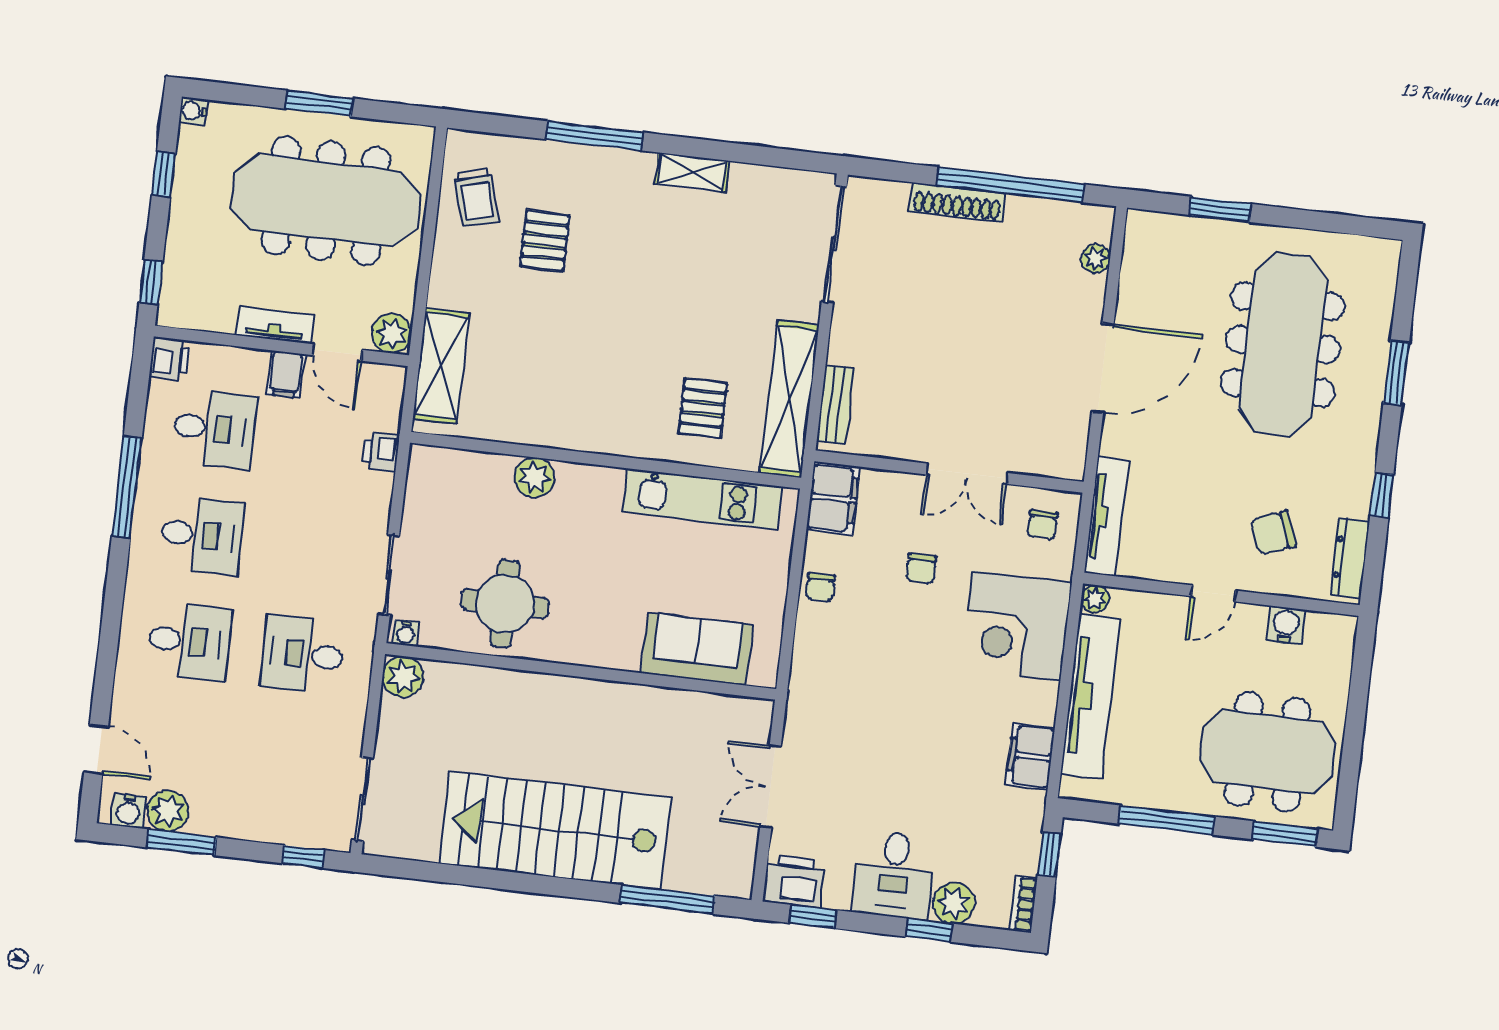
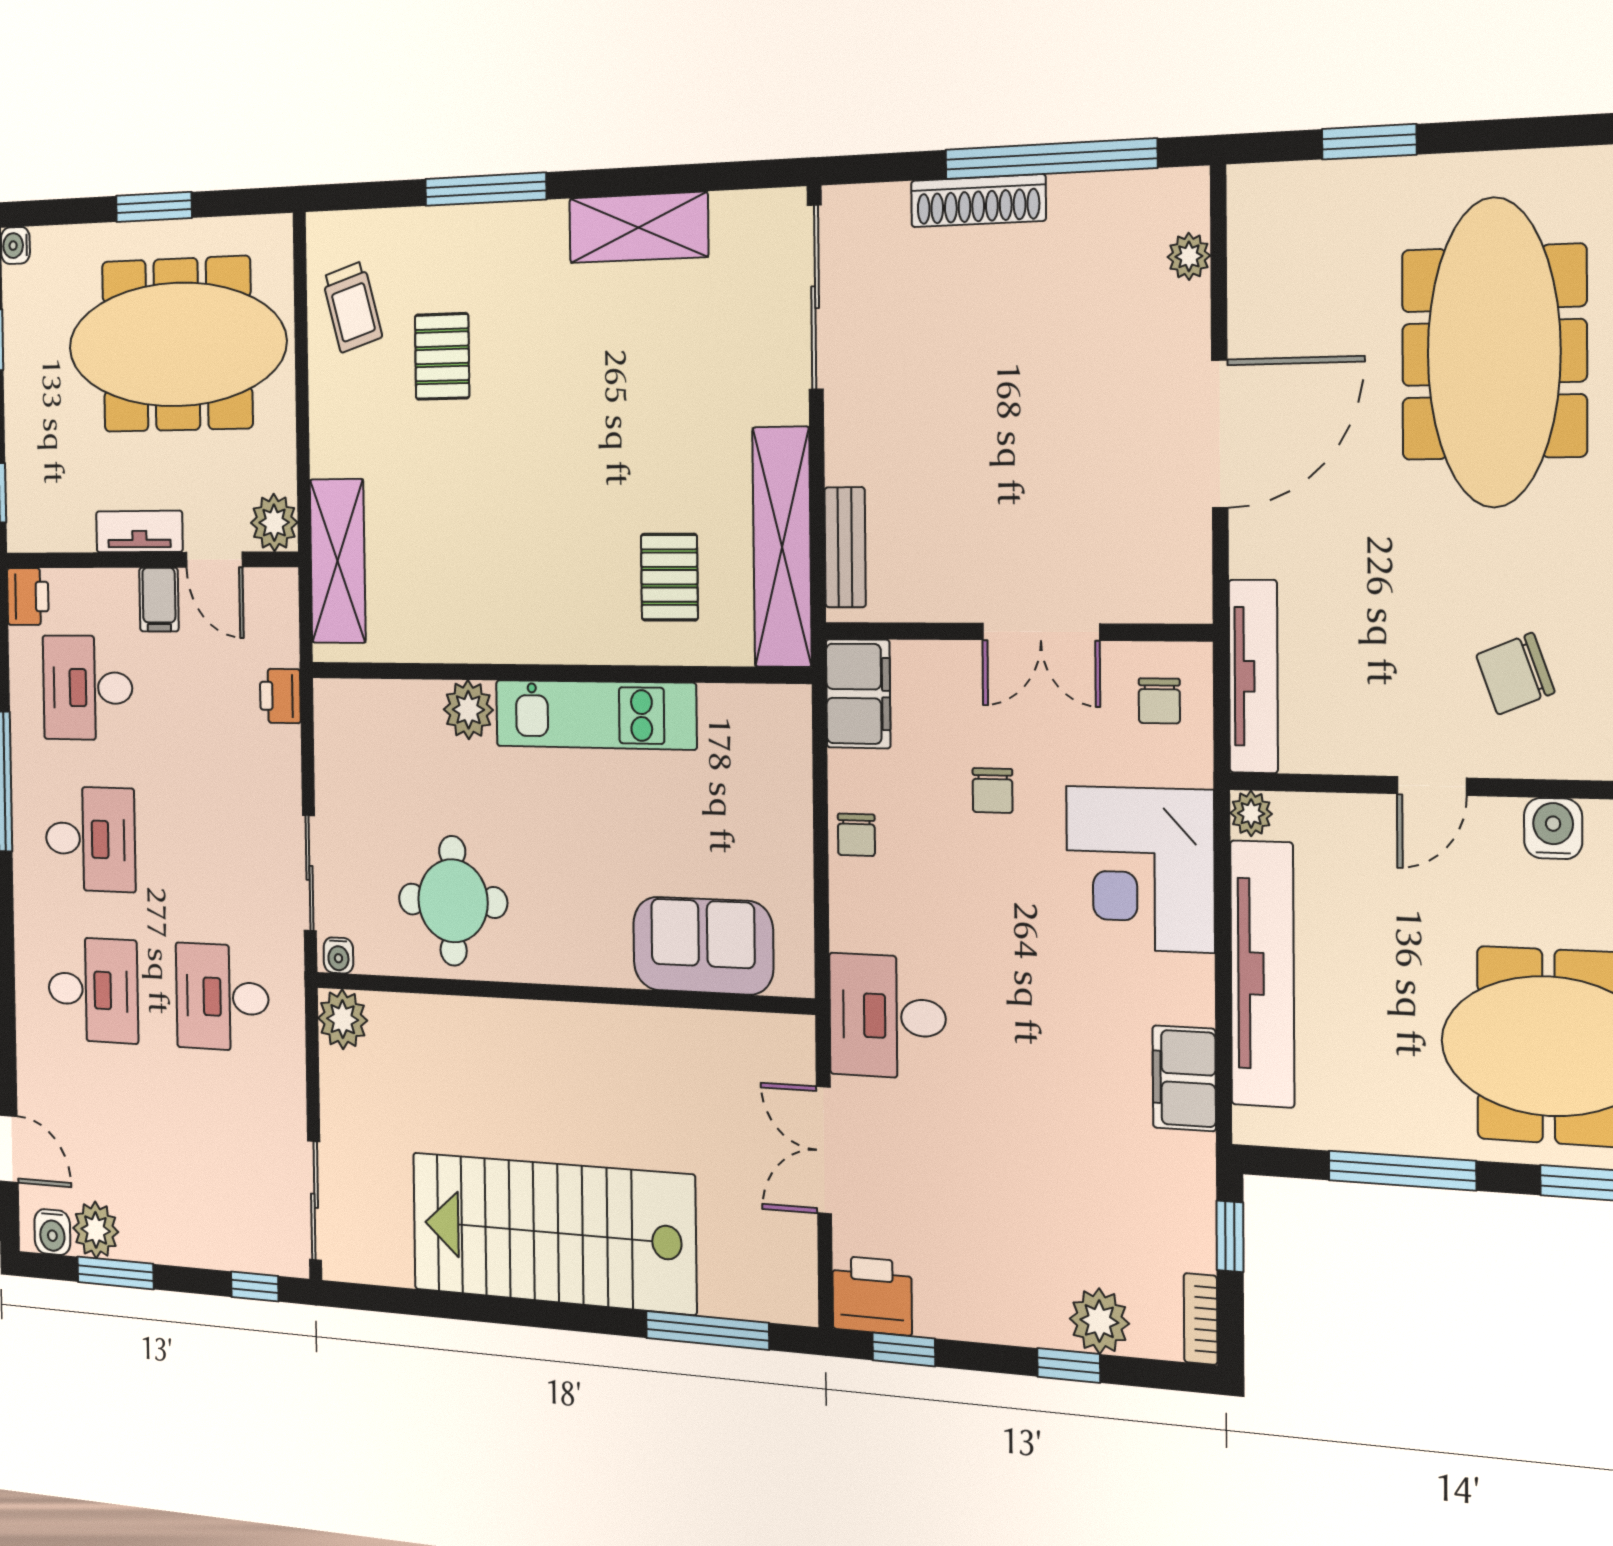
shelving: (692, 172) -> (638, 228), width x1.50, depth x1.33
desk: (214, 429) -> (88, 688), turned 180
kitchen unit: (702, 499) -> (595, 715), moved
desk: (894, 875) -> (887, 1016), moved, turned 90

